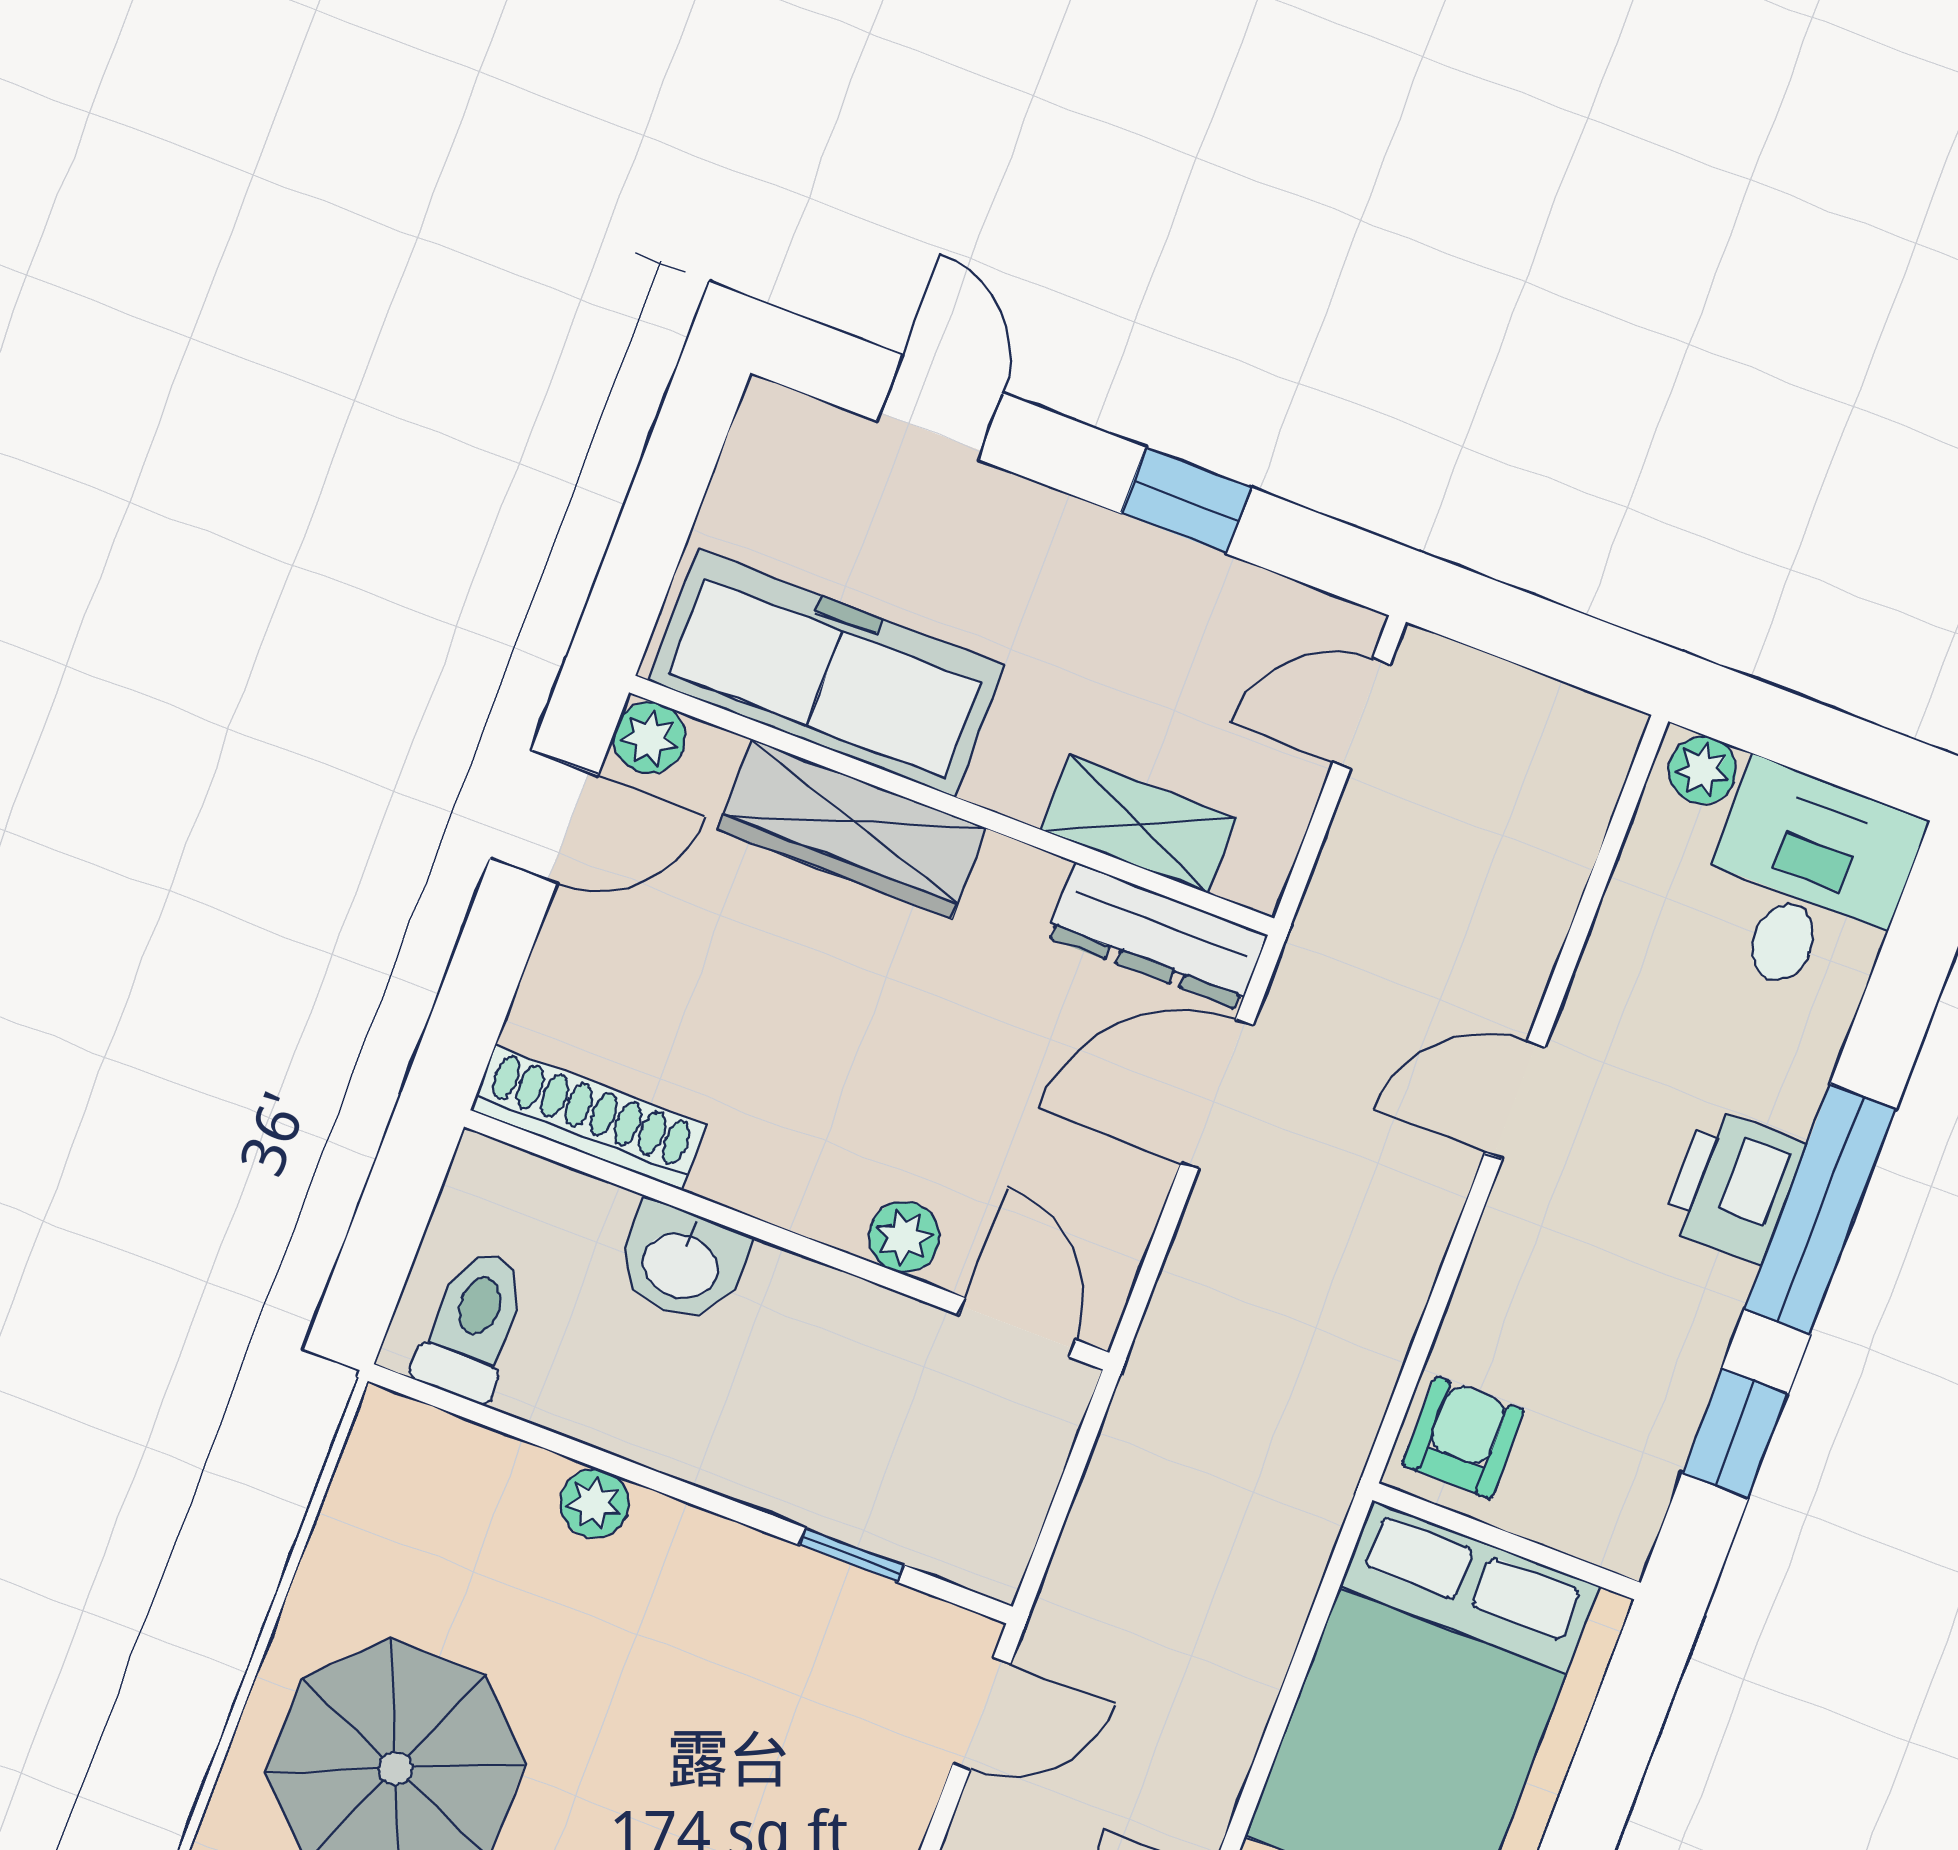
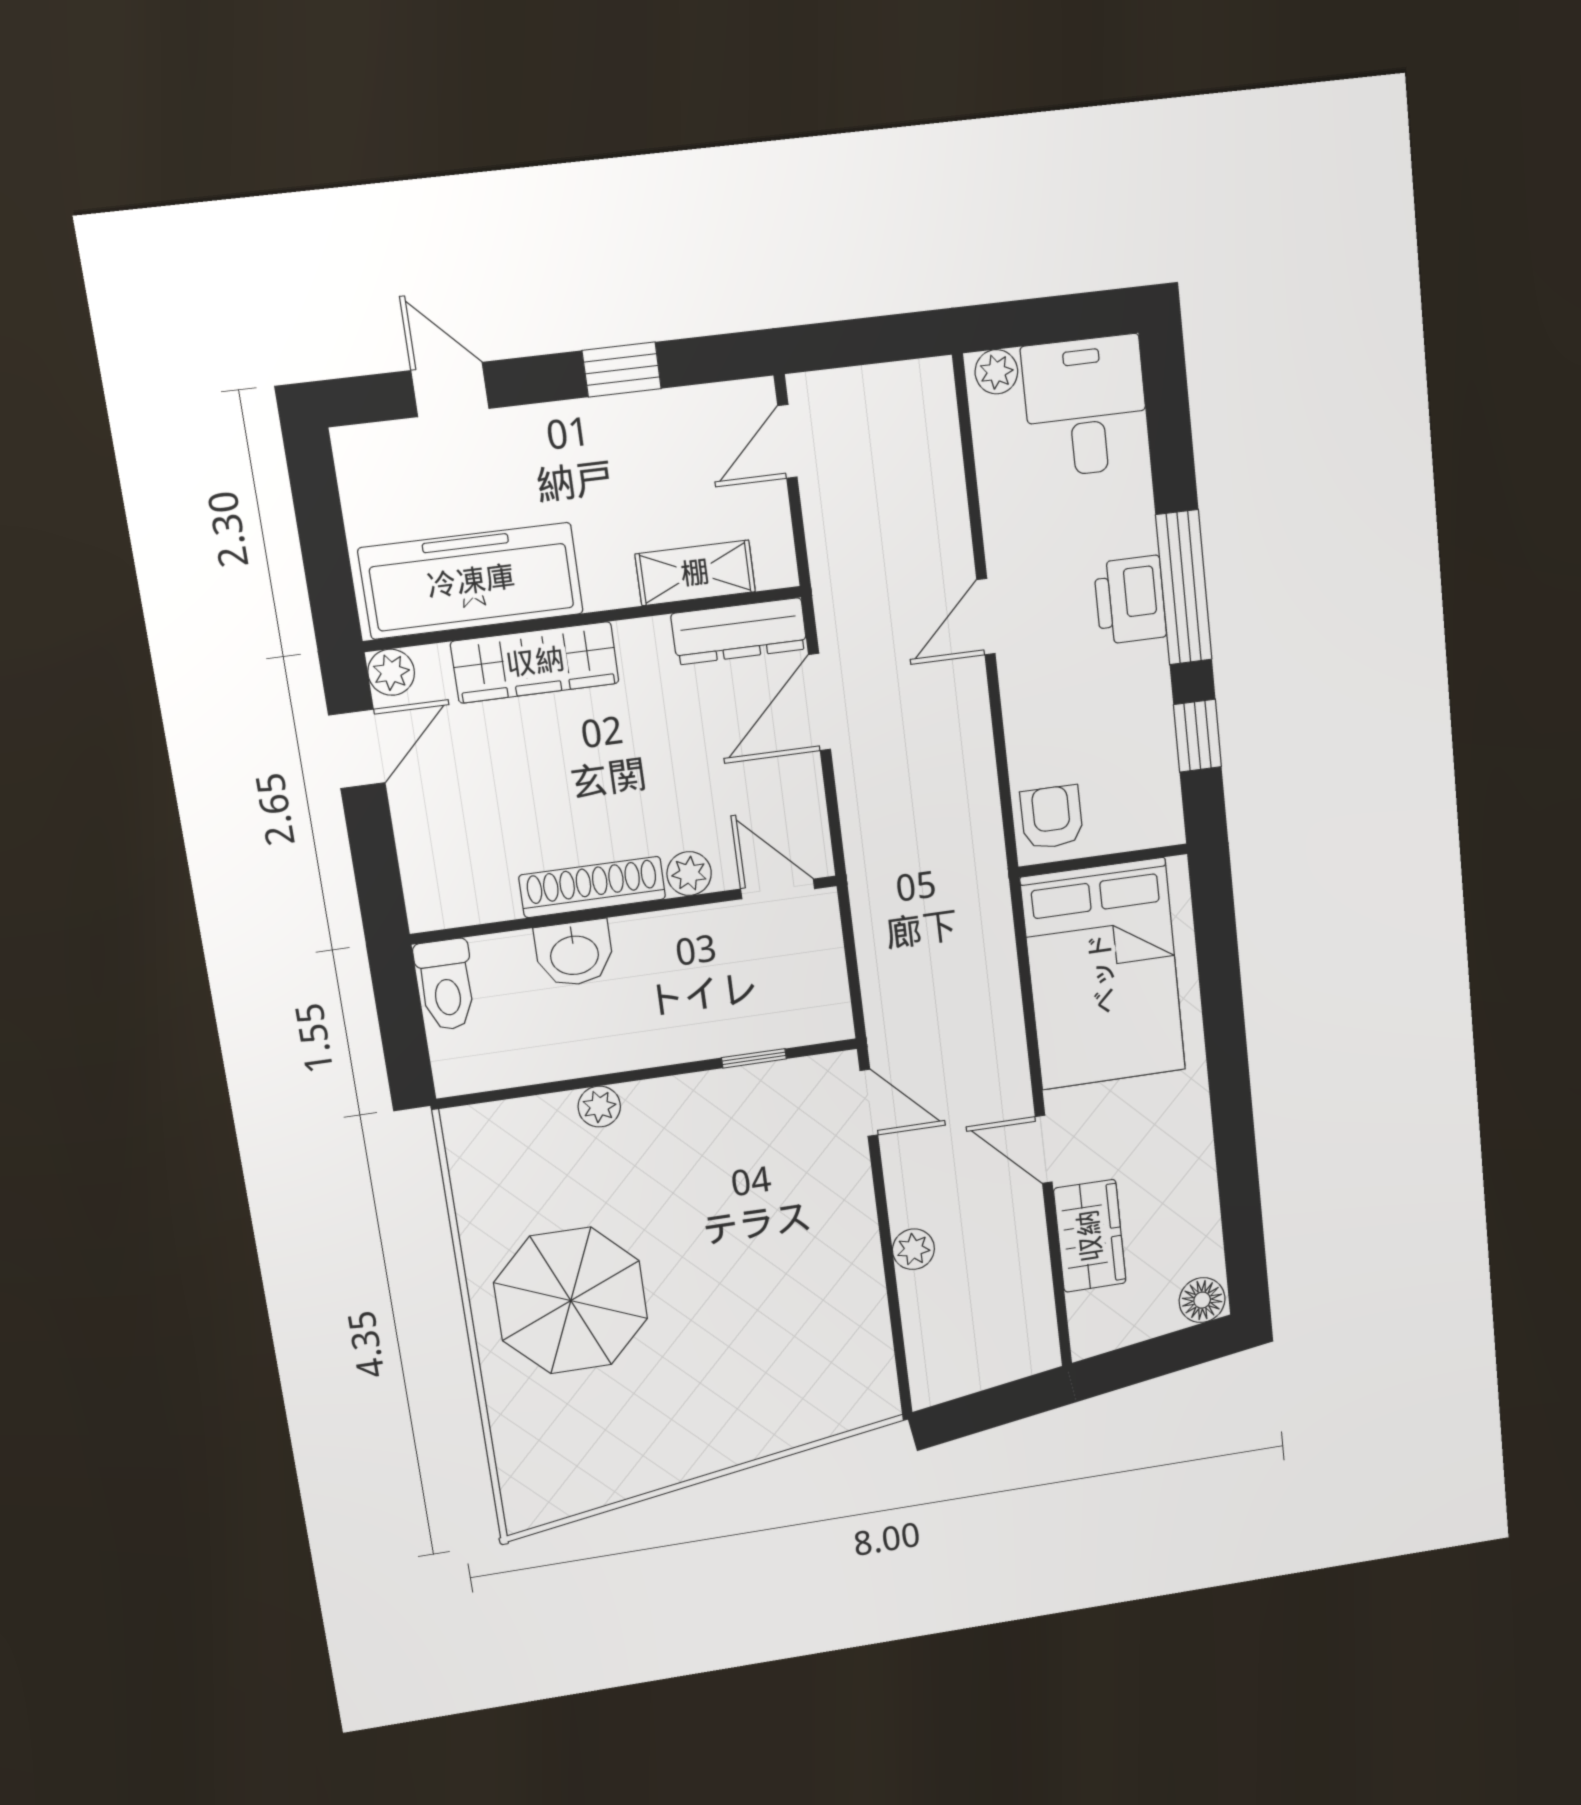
shoe rack: (588, 1118) -> (592, 887), moved
toilet: (473, 1325) -> (446, 985), moved, turned 180
door: (982, 1714) -> (869, 1103), hinge flipped

